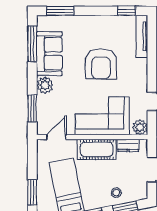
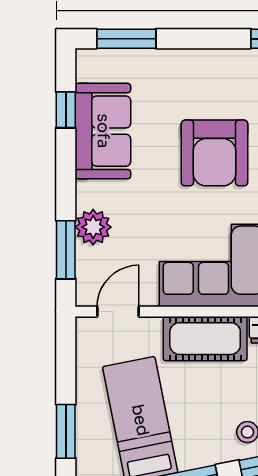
window: (32, 44) -> (66, 110), width x0.46
plant: (45, 85) -> (93, 227), moved

